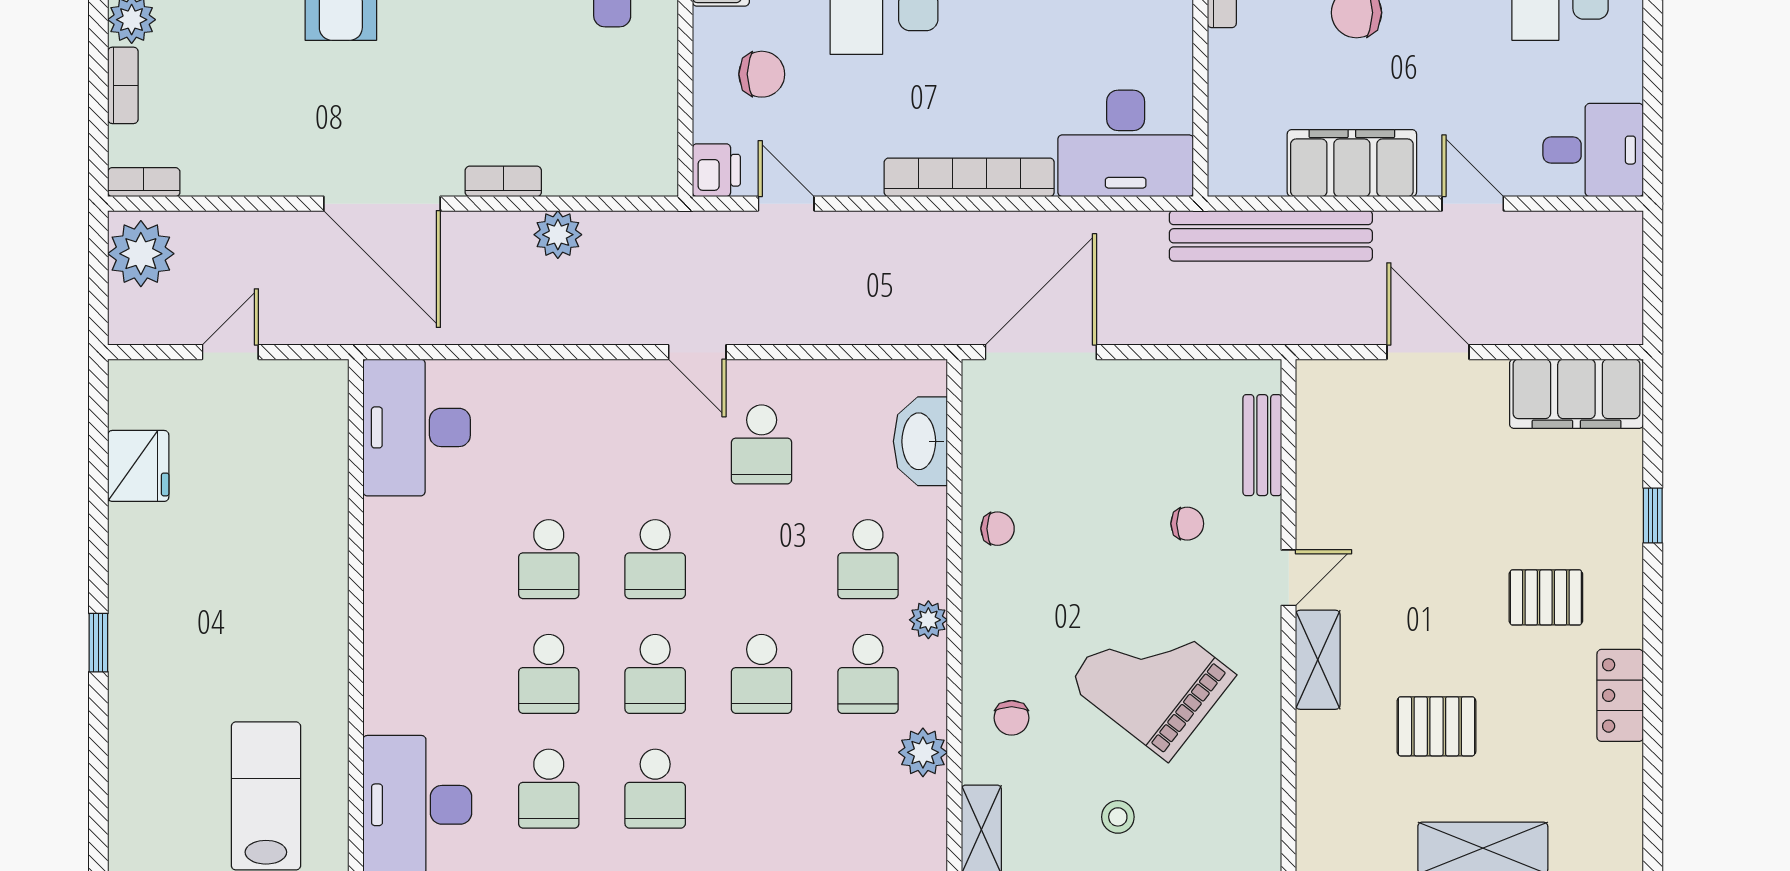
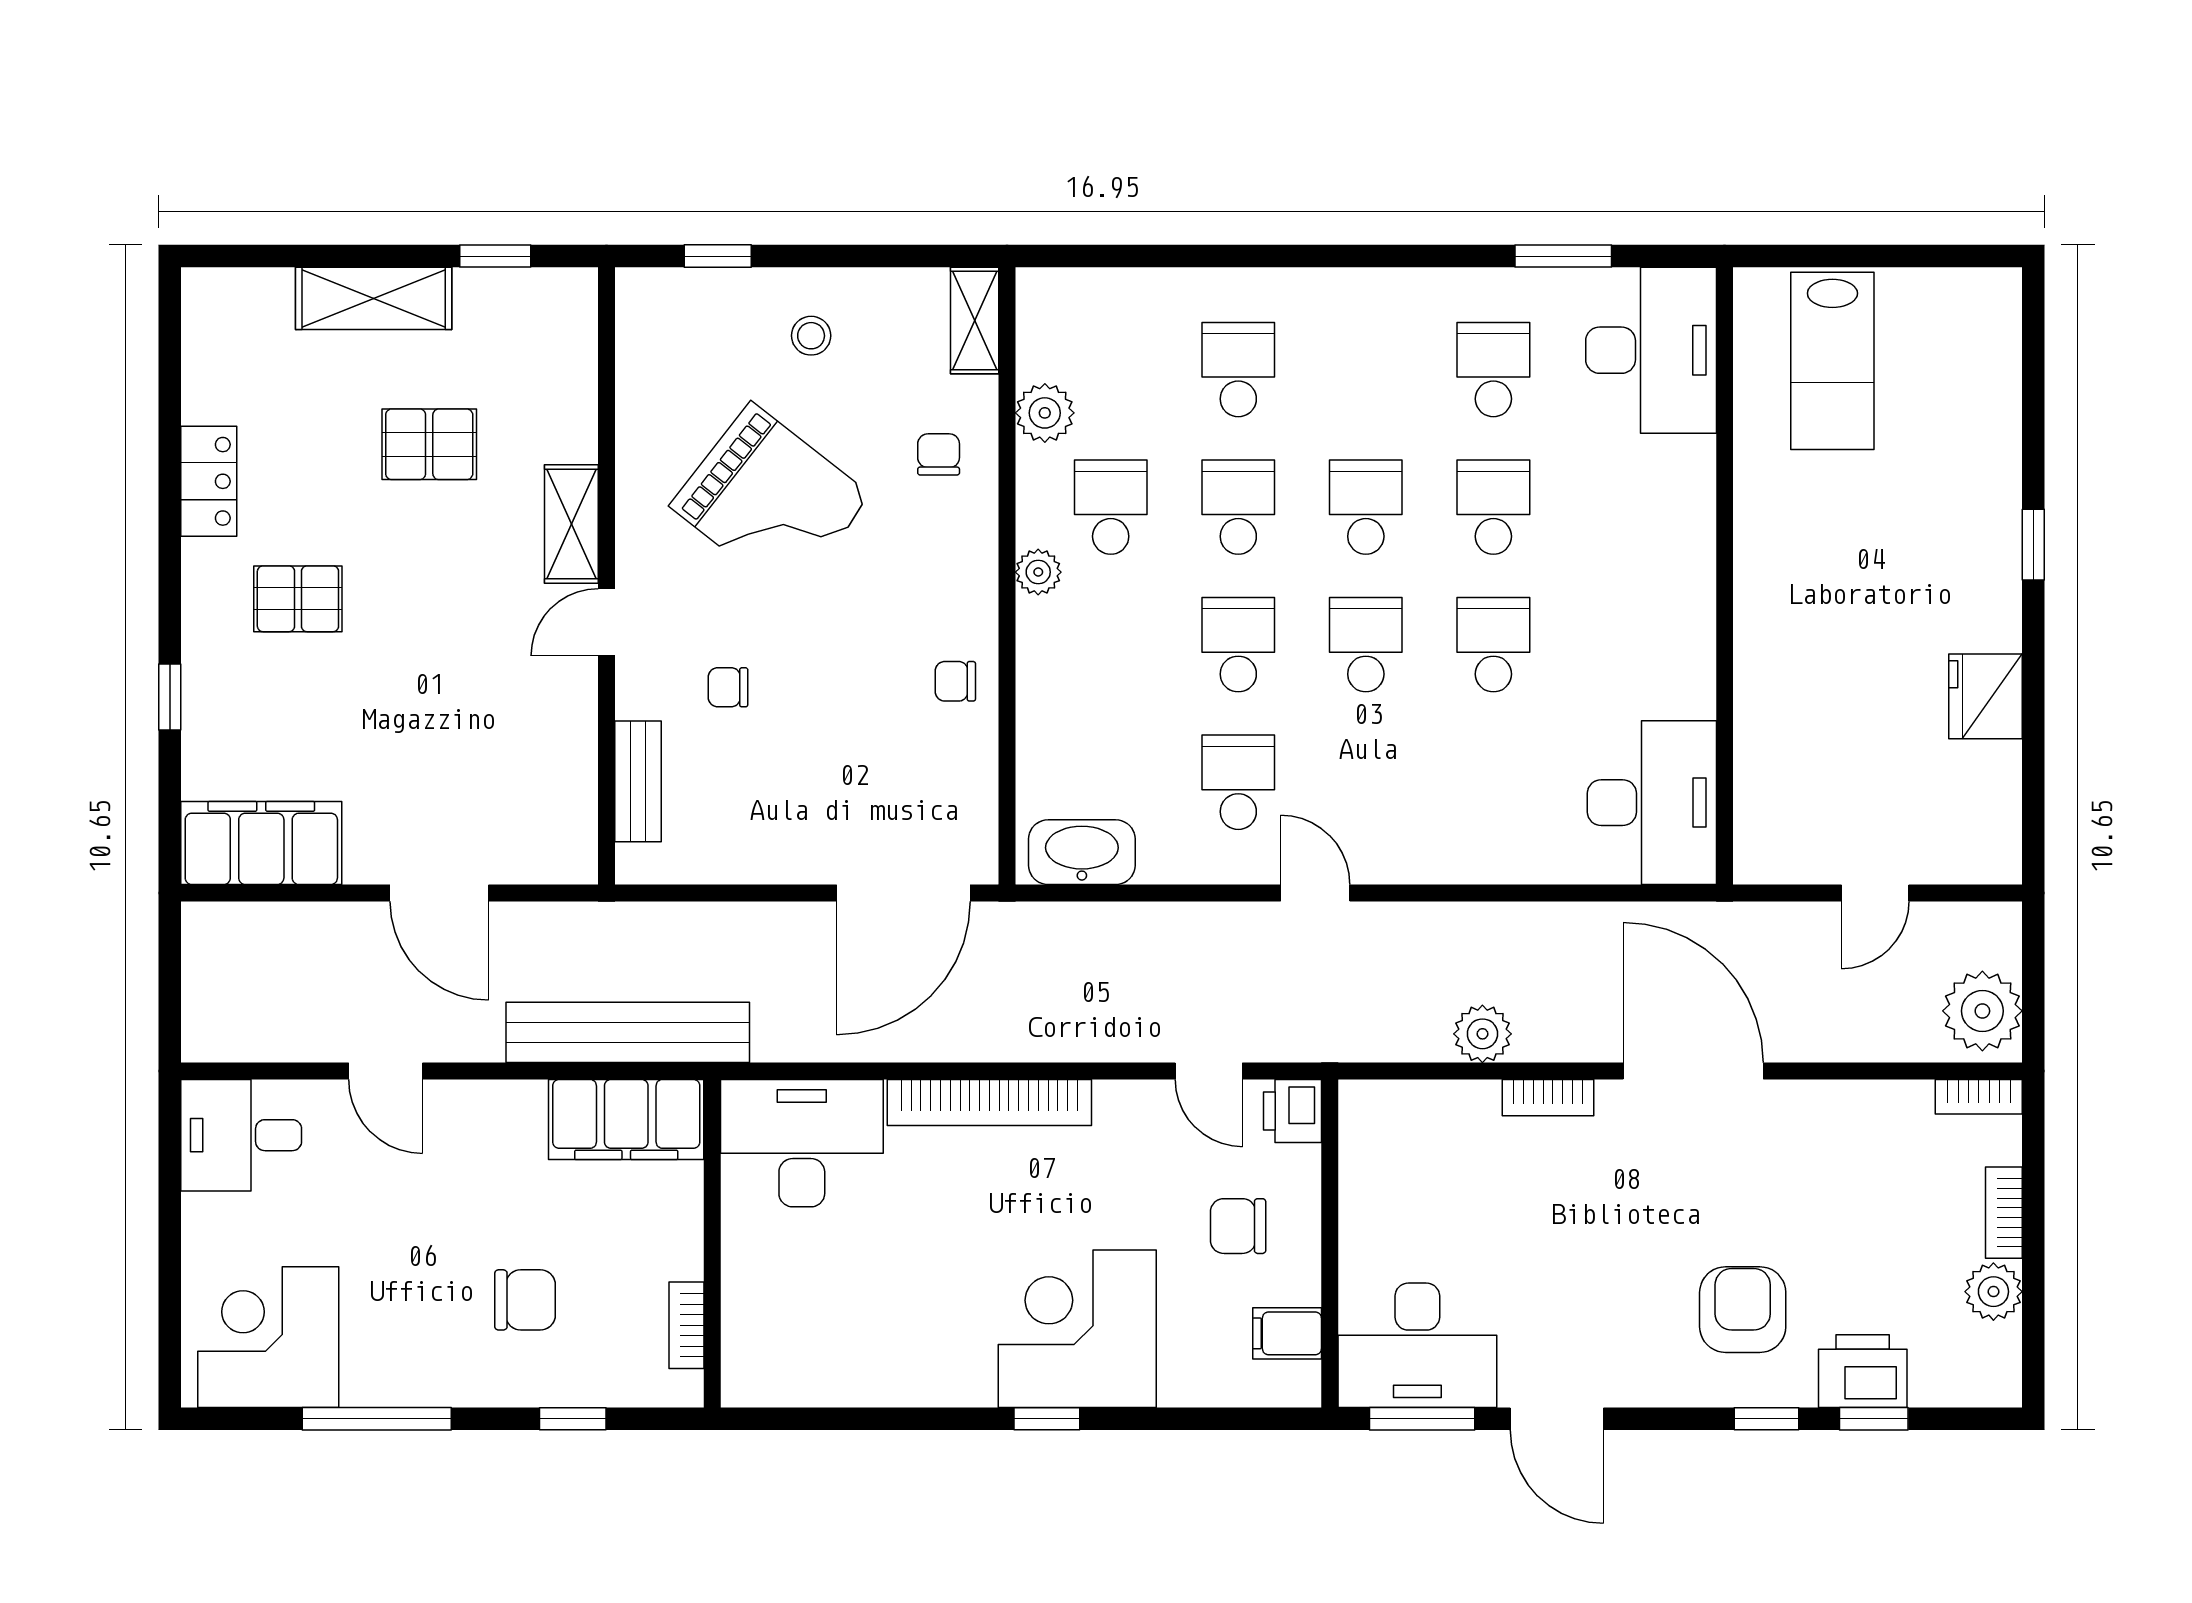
filing cabinet: (1352, 163) -> (626, 1120), moved
washbasin: (920, 441) -> (1082, 852), moved, turned -90
fridge: (138, 466) -> (1986, 696), moved
school desk: (868, 559) -> (1238, 645), moved
school desk: (655, 789) -> (1238, 370), moved

